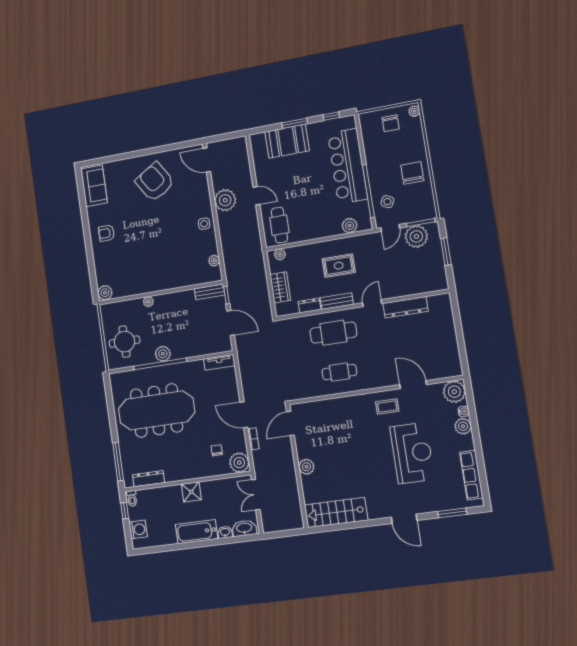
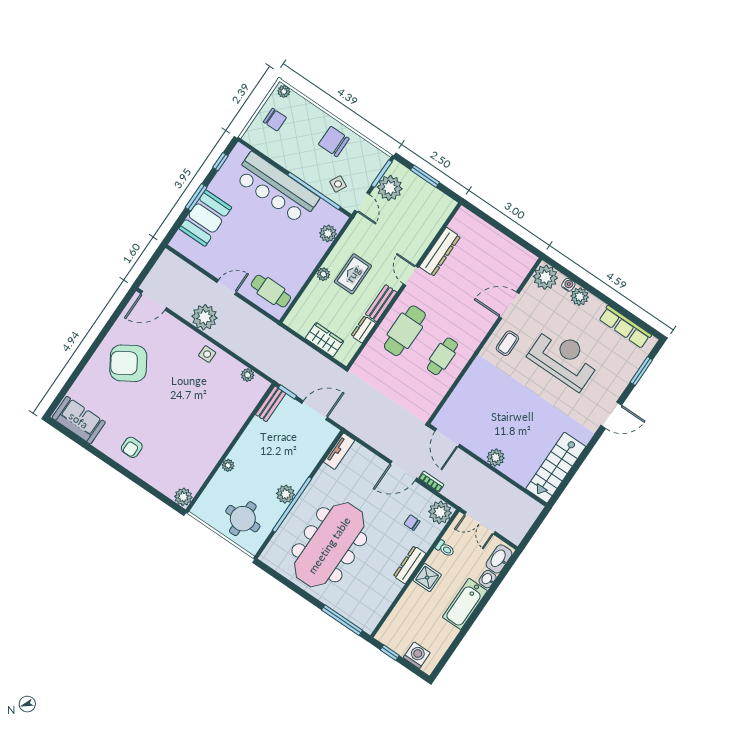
plant: (280, 254) -> (323, 274), moved
dresser: (149, 479) -> (410, 565), moved
toilet: (132, 498) -> (445, 549), moved

